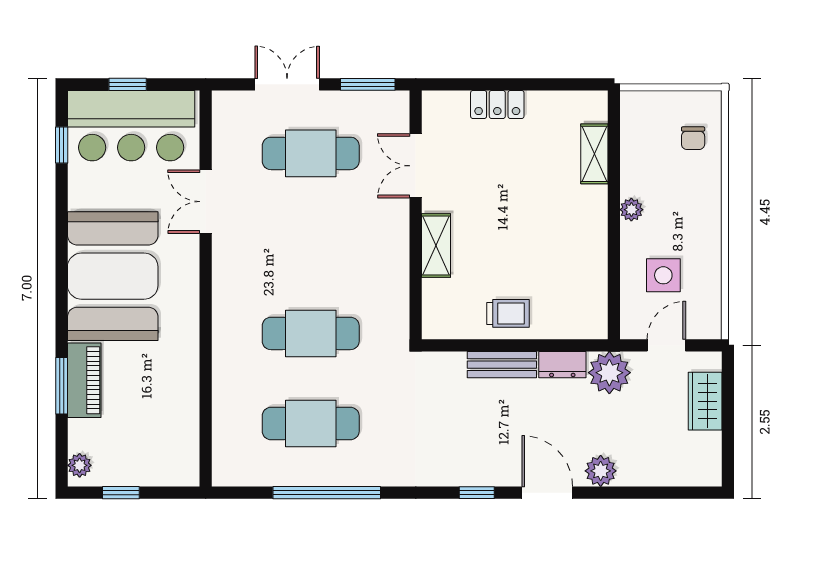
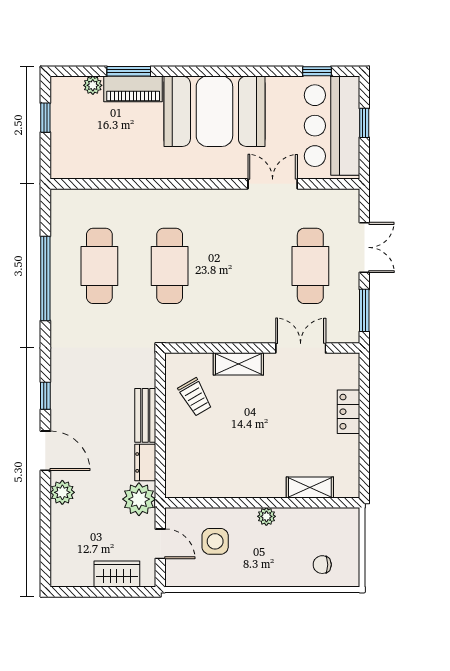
trolley: (508, 313) -> (195, 397), moved, turned -30
plant: (80, 465) -> (93, 85), moved
door: (547, 493) -> (45, 451), hinge flipped

